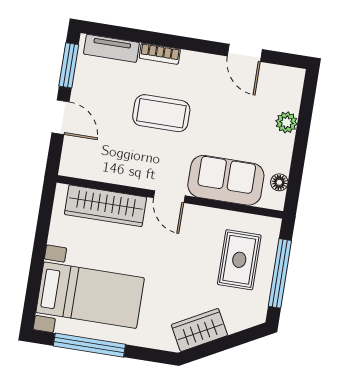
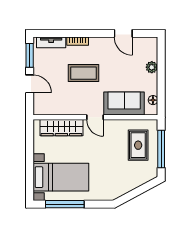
wardrobe: (199, 330) -> (123, 186), removed

